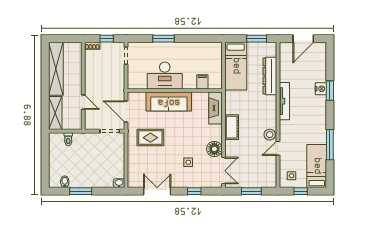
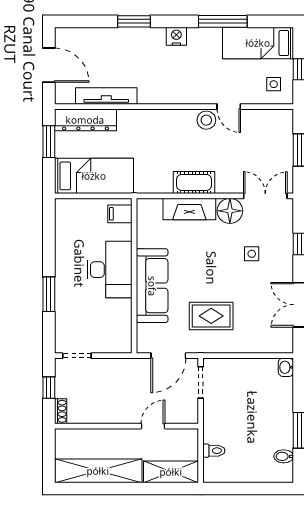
desk: (165, 76) -> (109, 270), moved
dresser: (270, 76) -> (85, 120), moved
filing cabinet: (202, 82) -> (120, 214), moved
nightstand: (321, 89) -> (176, 36), moved
tv unit: (284, 101) -> (106, 96), moved
fireplace: (215, 108) -> (189, 209), moved
rug: (150, 138) -> (211, 316), turned 90

